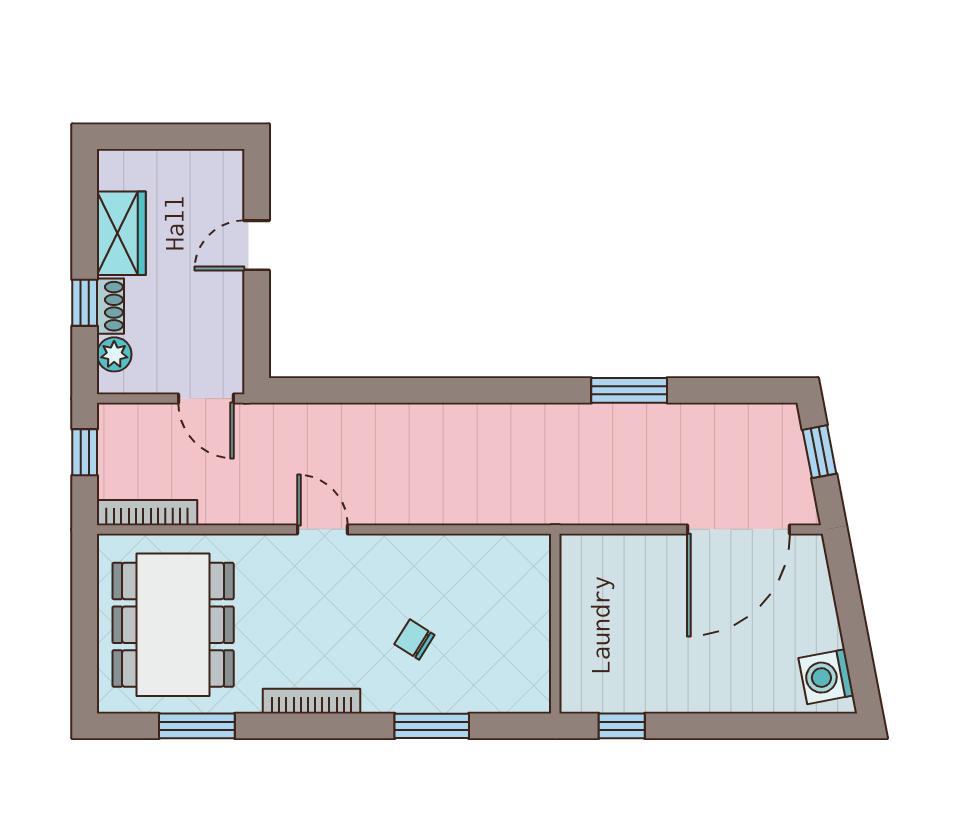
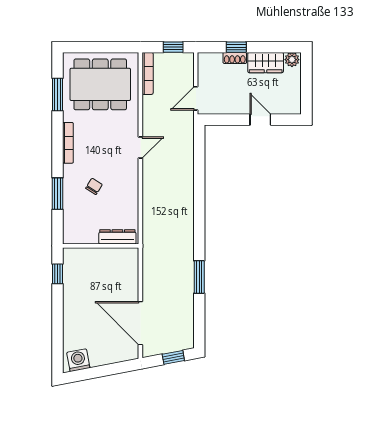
plant: (114, 354) -> (292, 60), moved
dresser: (534, 584) -> (117, 237), added

